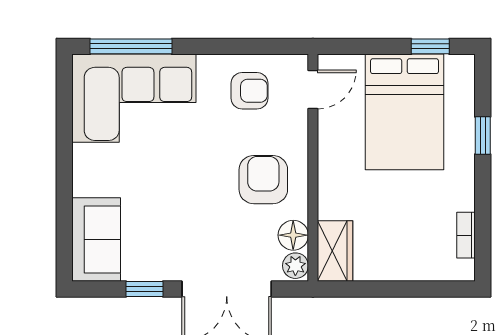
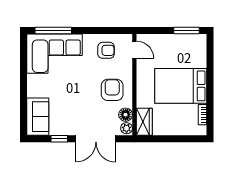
window: (430, 46) -> (187, 31), width x1.50
door: (313, 89) -> (134, 50), hinge flipped
bed: (404, 112) -> (181, 86), moved, turned 90
window: (483, 136) -> (210, 70), removed

